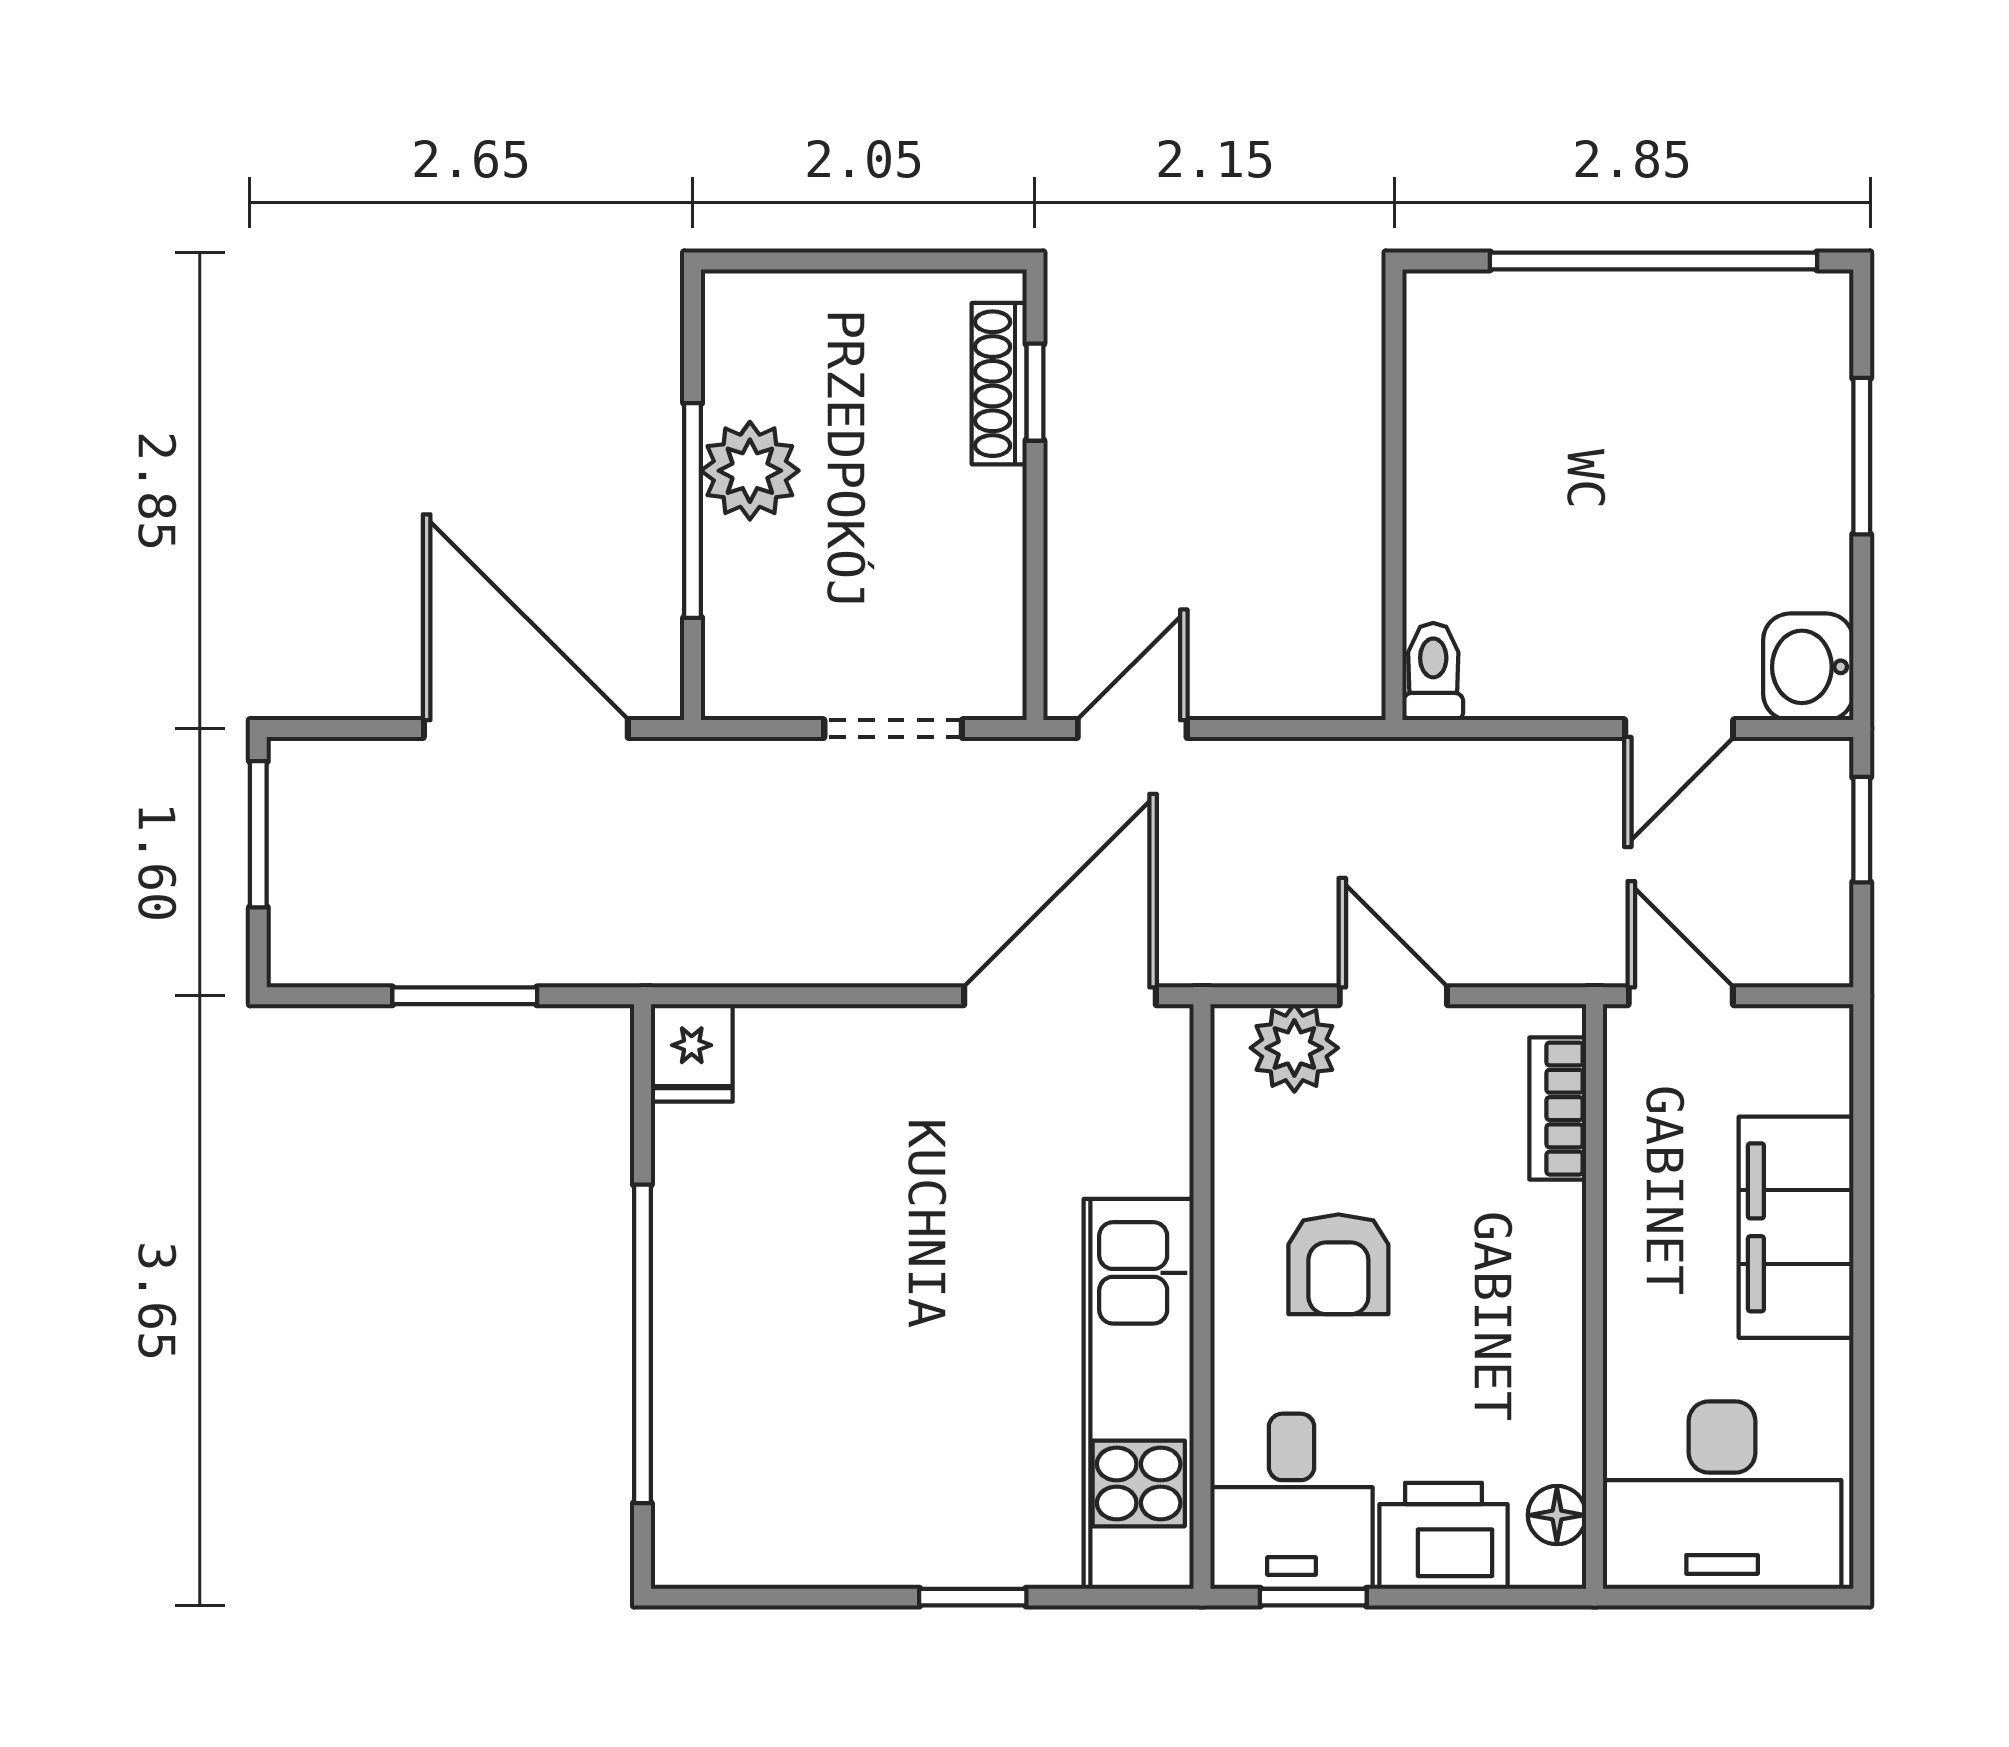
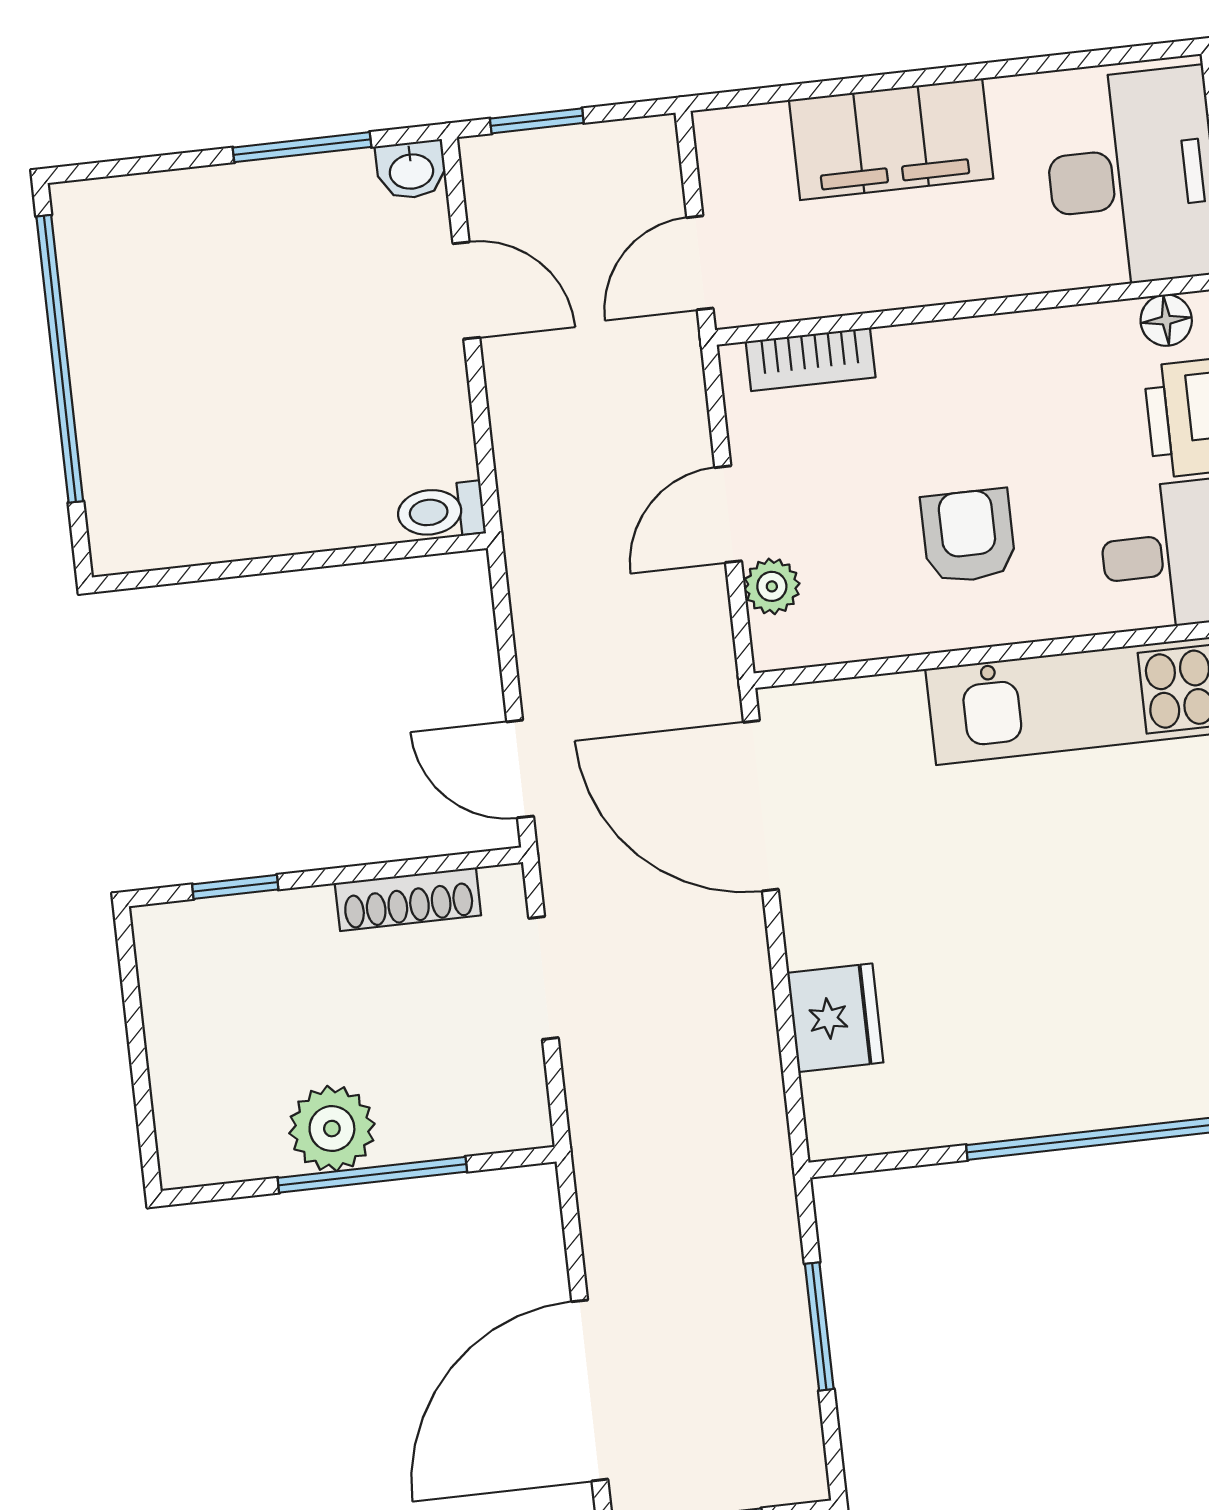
shoe rack: (999, 384) -> (408, 899), moved
window: (1862, 456) -> (302, 147), moved
washbasin: (1808, 667) -> (411, 170), width x0.72, depth x0.69
door: (526, 729) -> (590, 1390), moved
plant: (1294, 1048) -> (772, 586), width x0.73, depth x0.73
fridge: (692, 1053) -> (835, 1018), moved, width x1.38
armchair: (1338, 1264) -> (968, 536), turned -90

